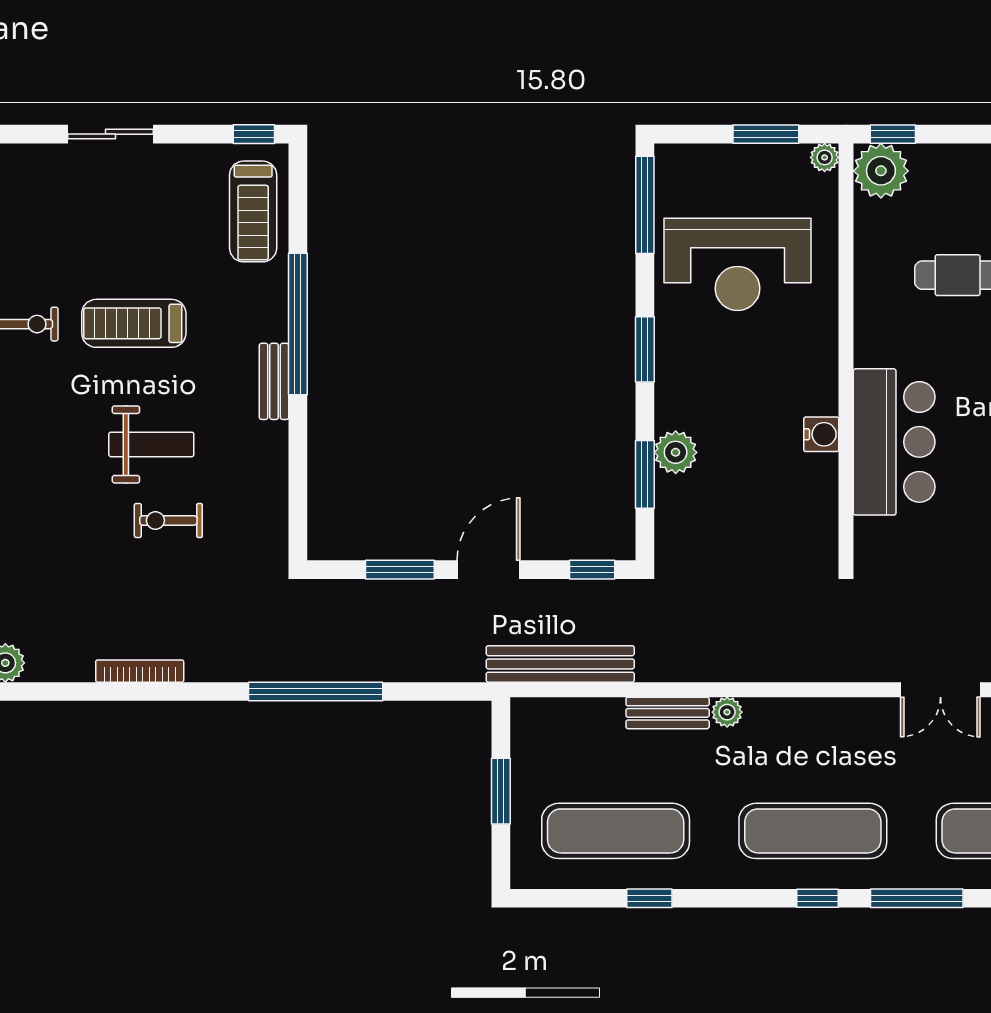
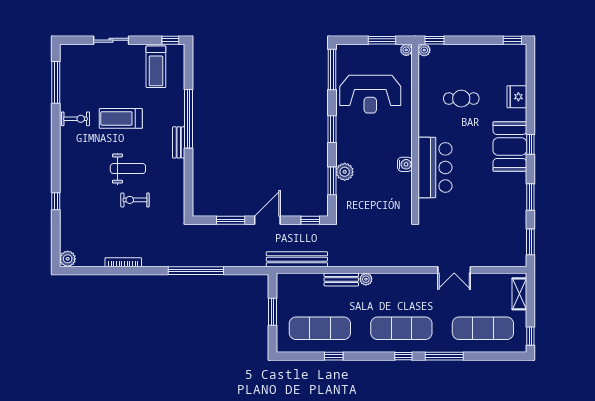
plant: (881, 171) -> (424, 50), width x0.53, depth x0.53
treadmill: (253, 211) -> (156, 67), moved

